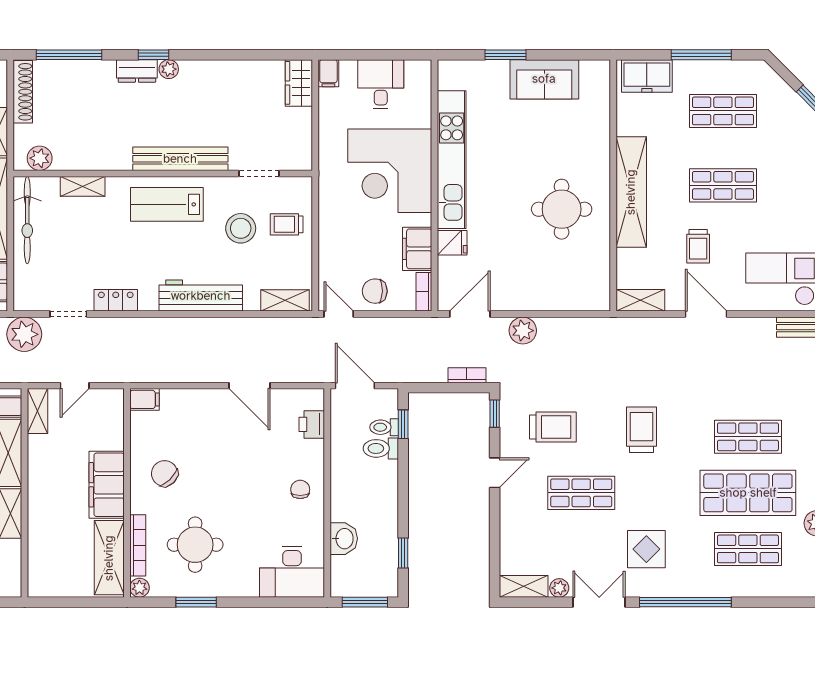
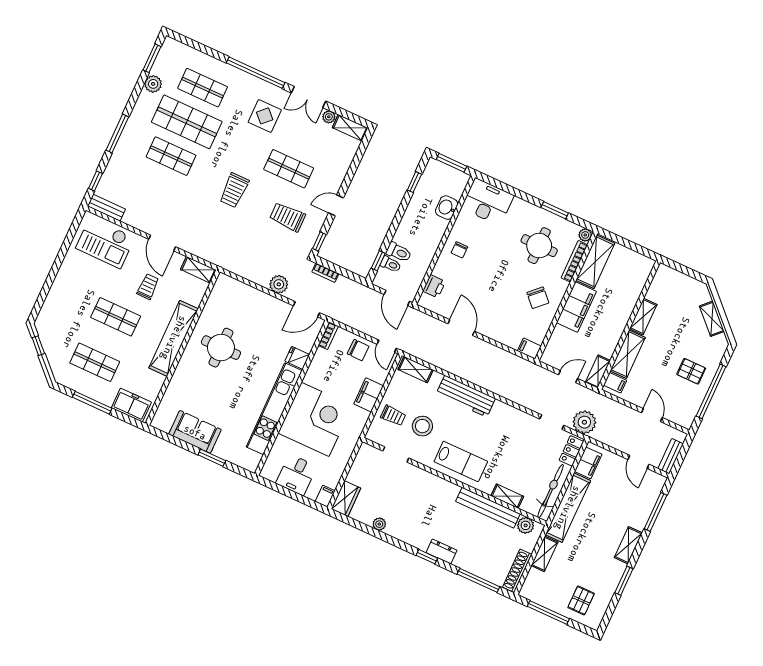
plant: (169, 69) -> (379, 524), moved
bench: (180, 159) -> (488, 508), moved
filing cabinet: (417, 249) -> (369, 395), moved, turned 180
locker: (116, 300) -> (571, 451), moved, turned 90

